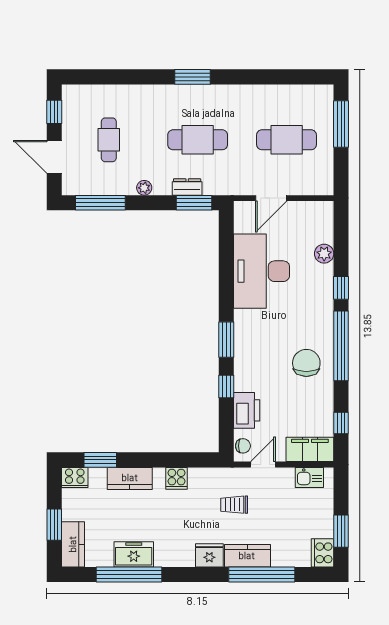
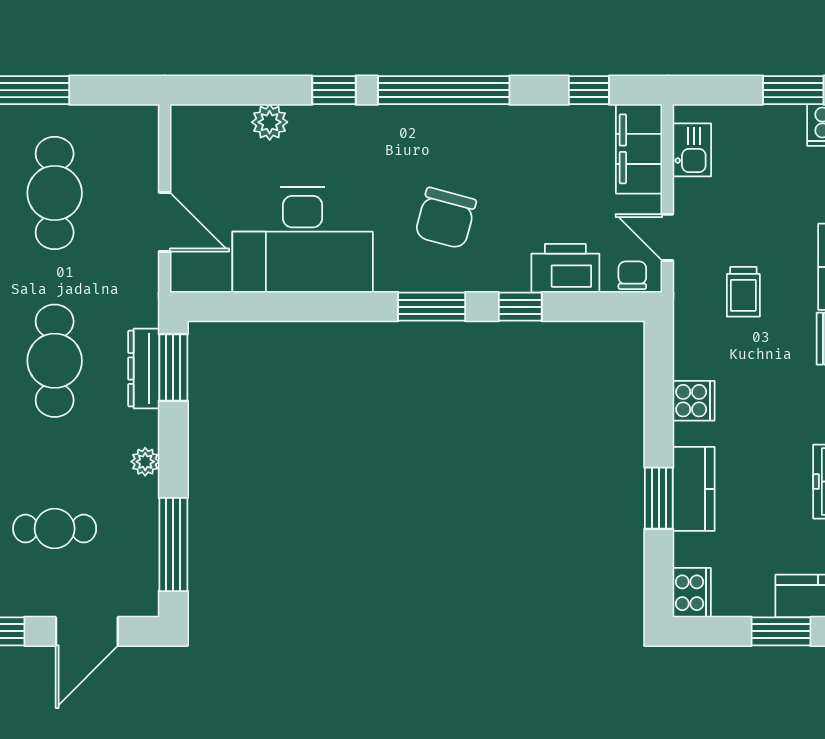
dresser: (187, 187) -> (144, 369), width x1.44
chair: (306, 363) -> (446, 218), moved, turned -75
window: (100, 460) -> (659, 498), moved

